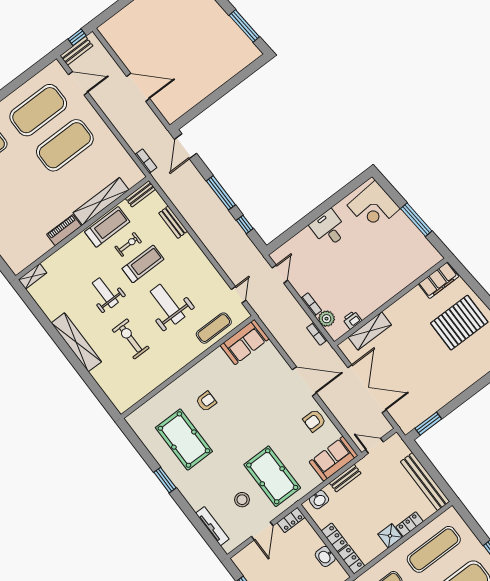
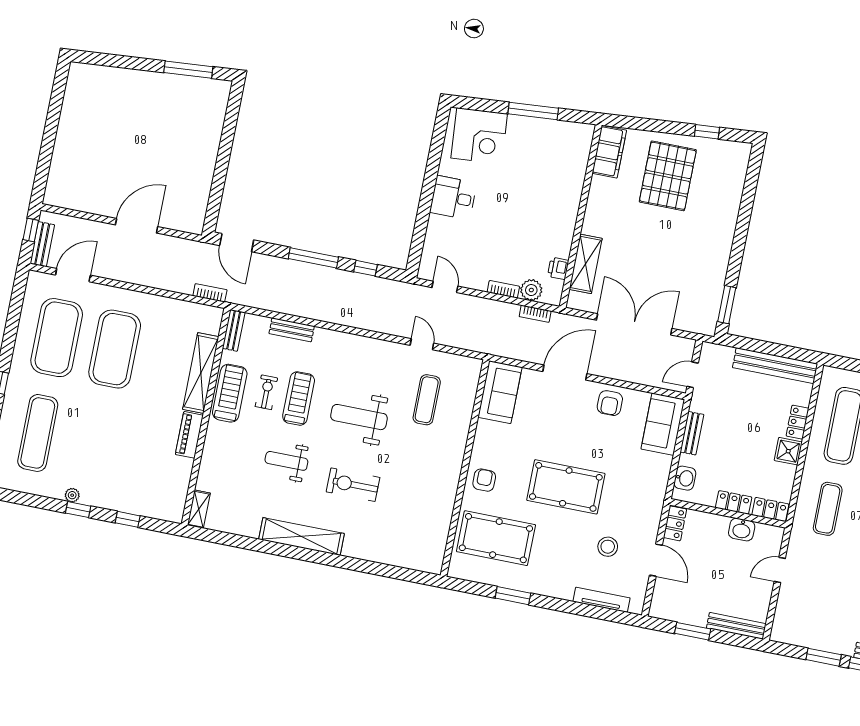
sofa: (245, 342) -> (500, 392), moved
wall: (188, 367) -> (465, 468), moved
pool table: (272, 476) -> (566, 487), moved

